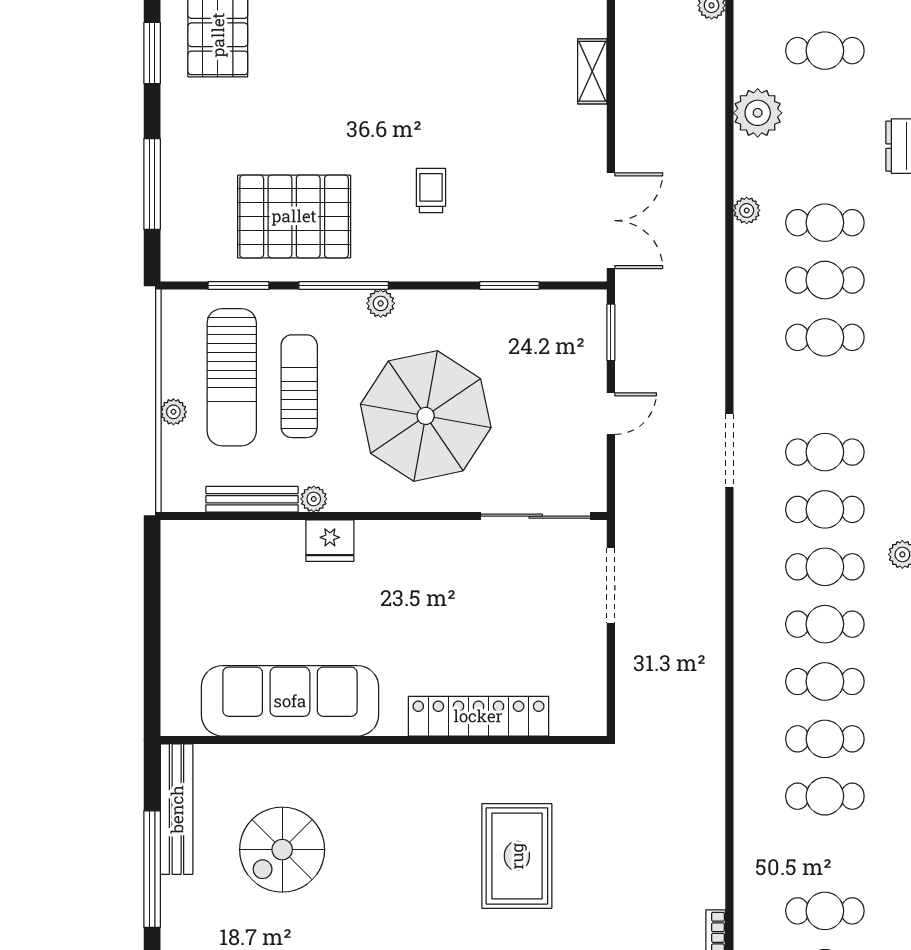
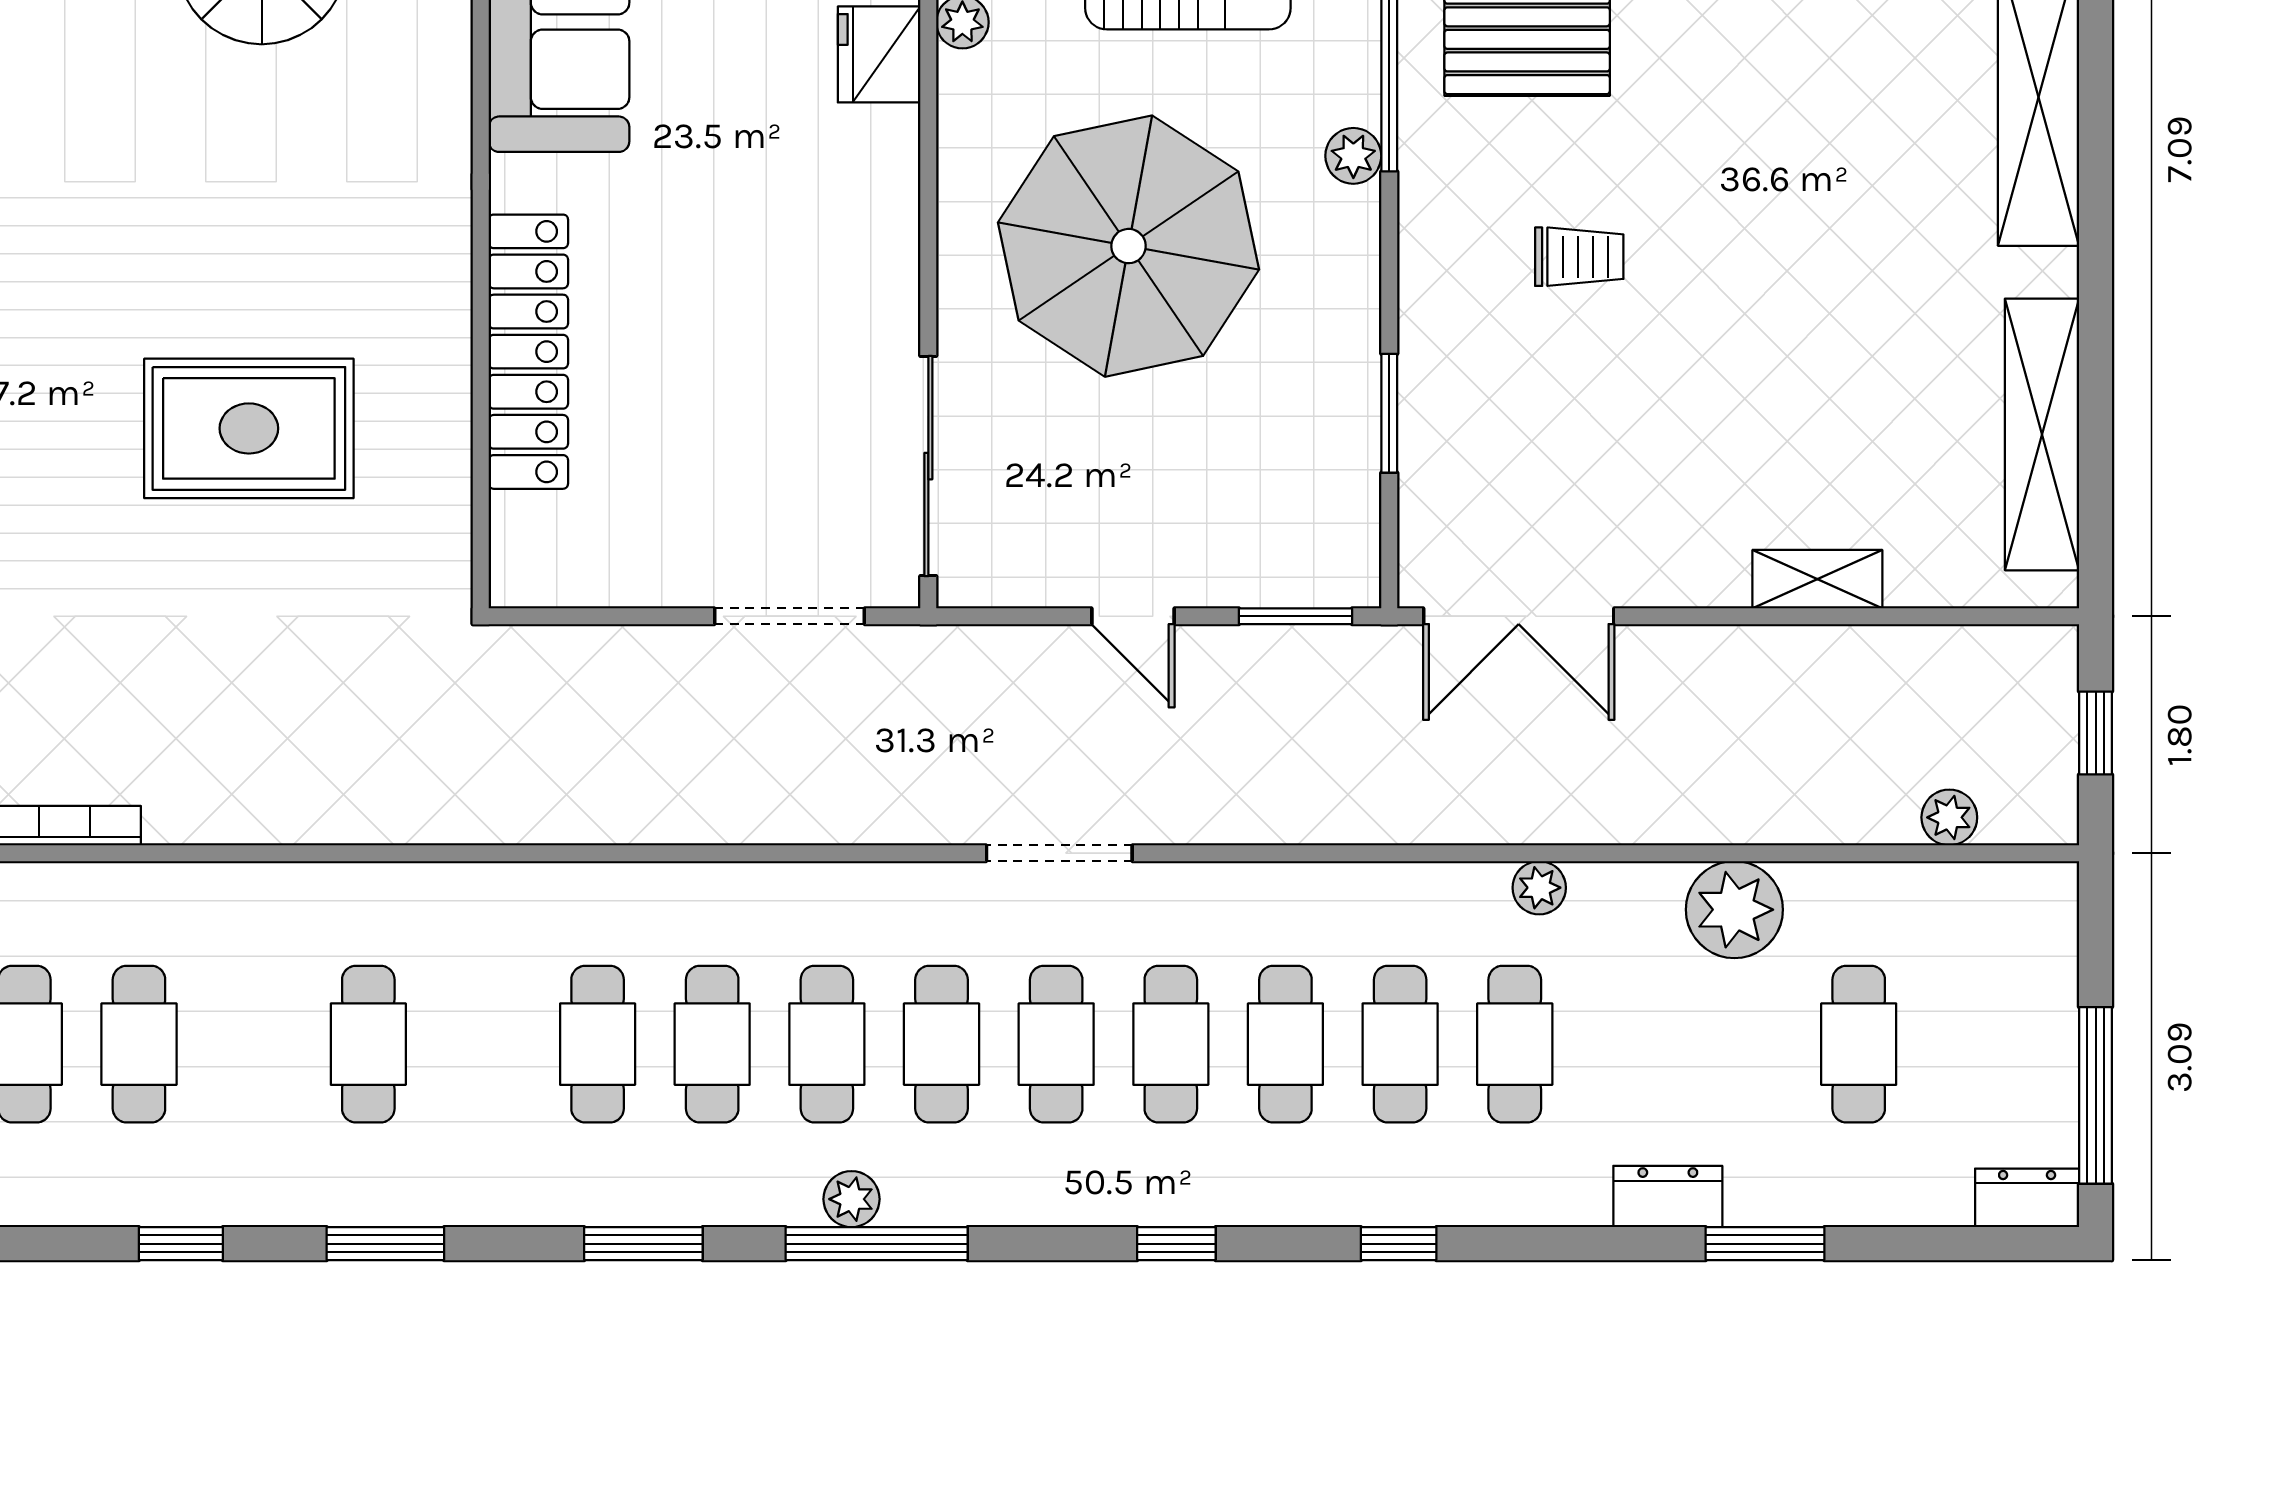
cafe table: (825, 739) -> (1171, 1044), moved

